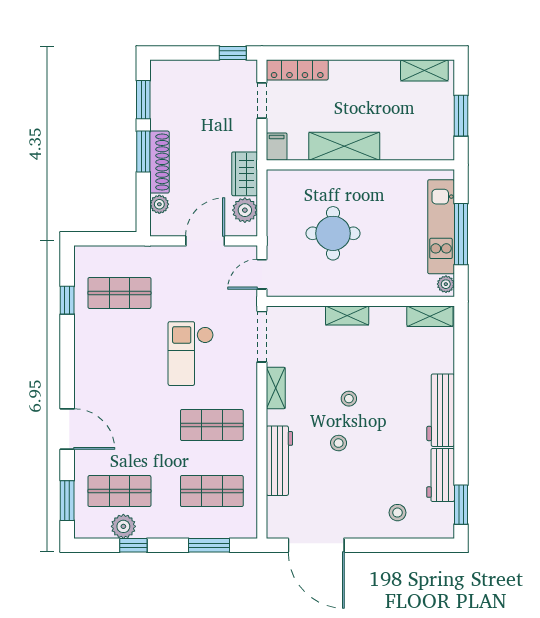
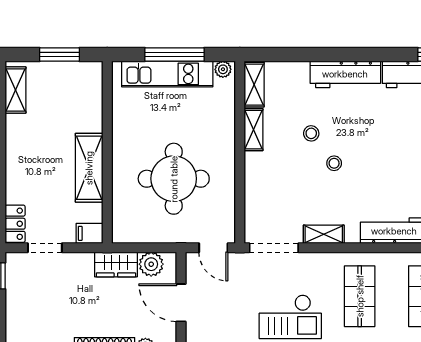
locker: (297, 70) -> (15, 224), width x0.66
round table: (333, 233) -> (174, 179), width x1.36, depth x1.36
shelving: (347, 316) -> (253, 130), moved
stool: (339, 443) -> (311, 133), moved

